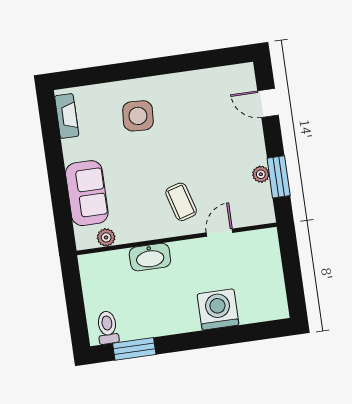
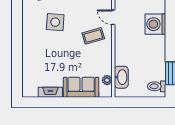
fireplace: (67, 116) -> (50, 92), moved
side table: (138, 116) -> (55, 22), moved
washbasin: (150, 257) -> (121, 77), moved

